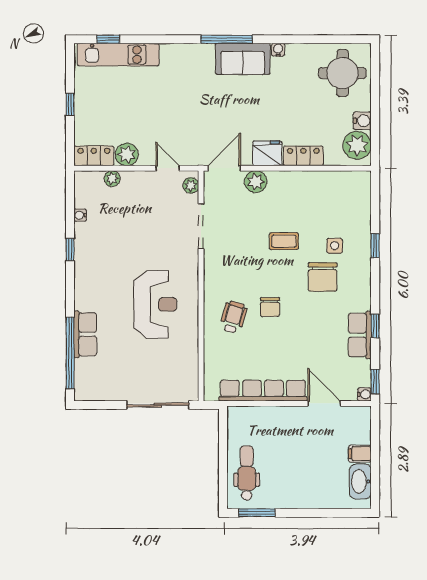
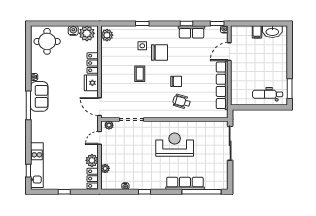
plant: (256, 182) -> (107, 35), moved
row of seats: (85, 334) -> (185, 183), width x1.48

